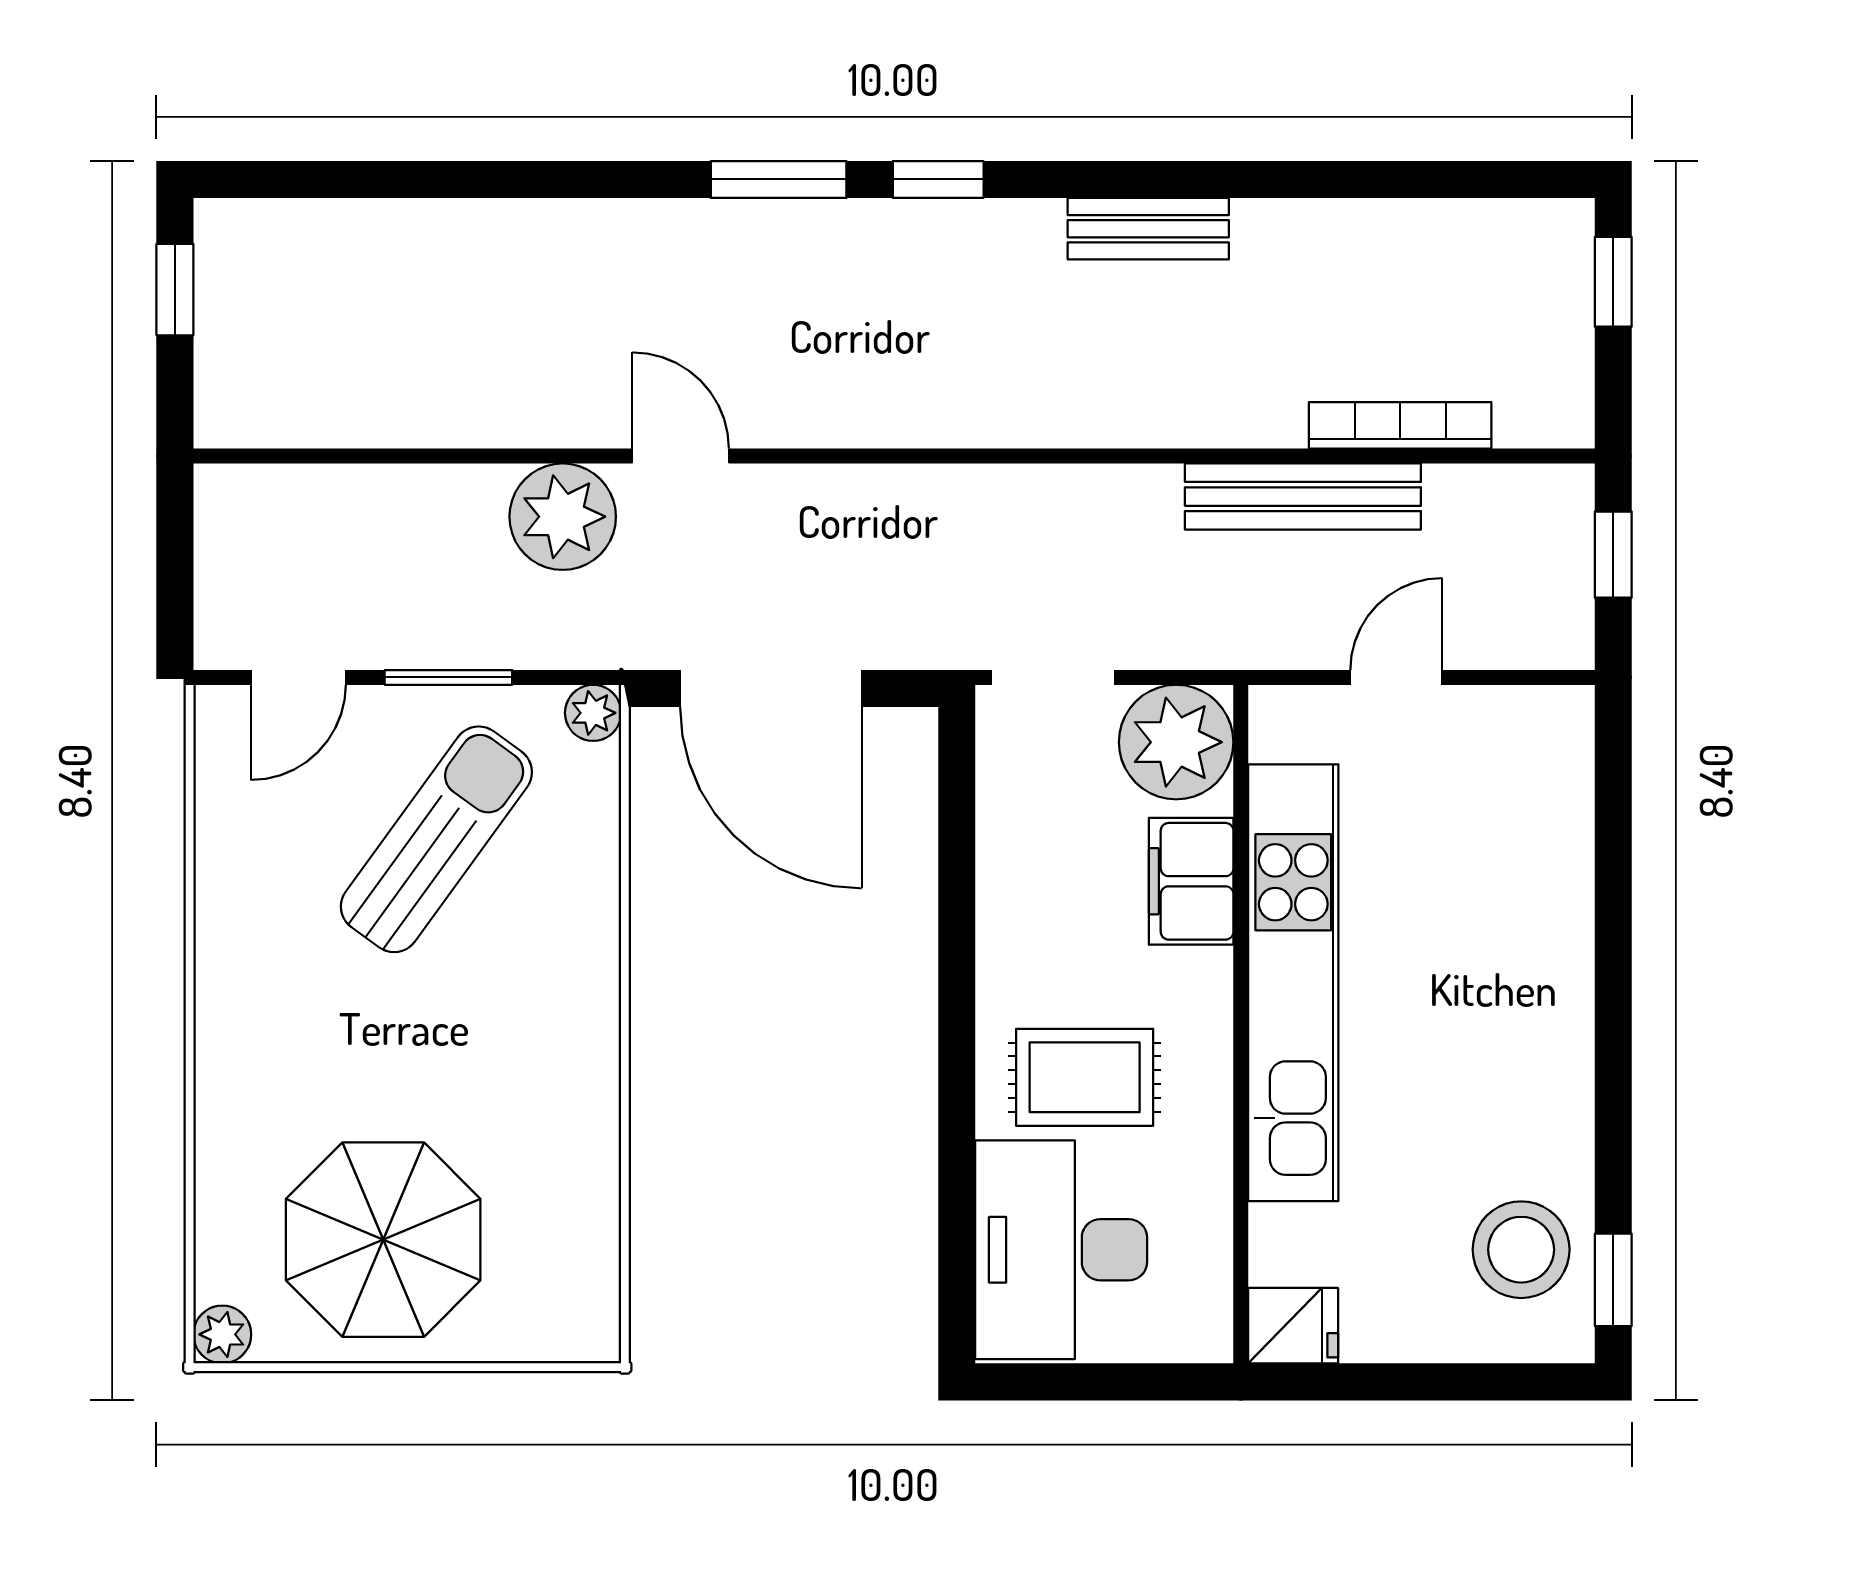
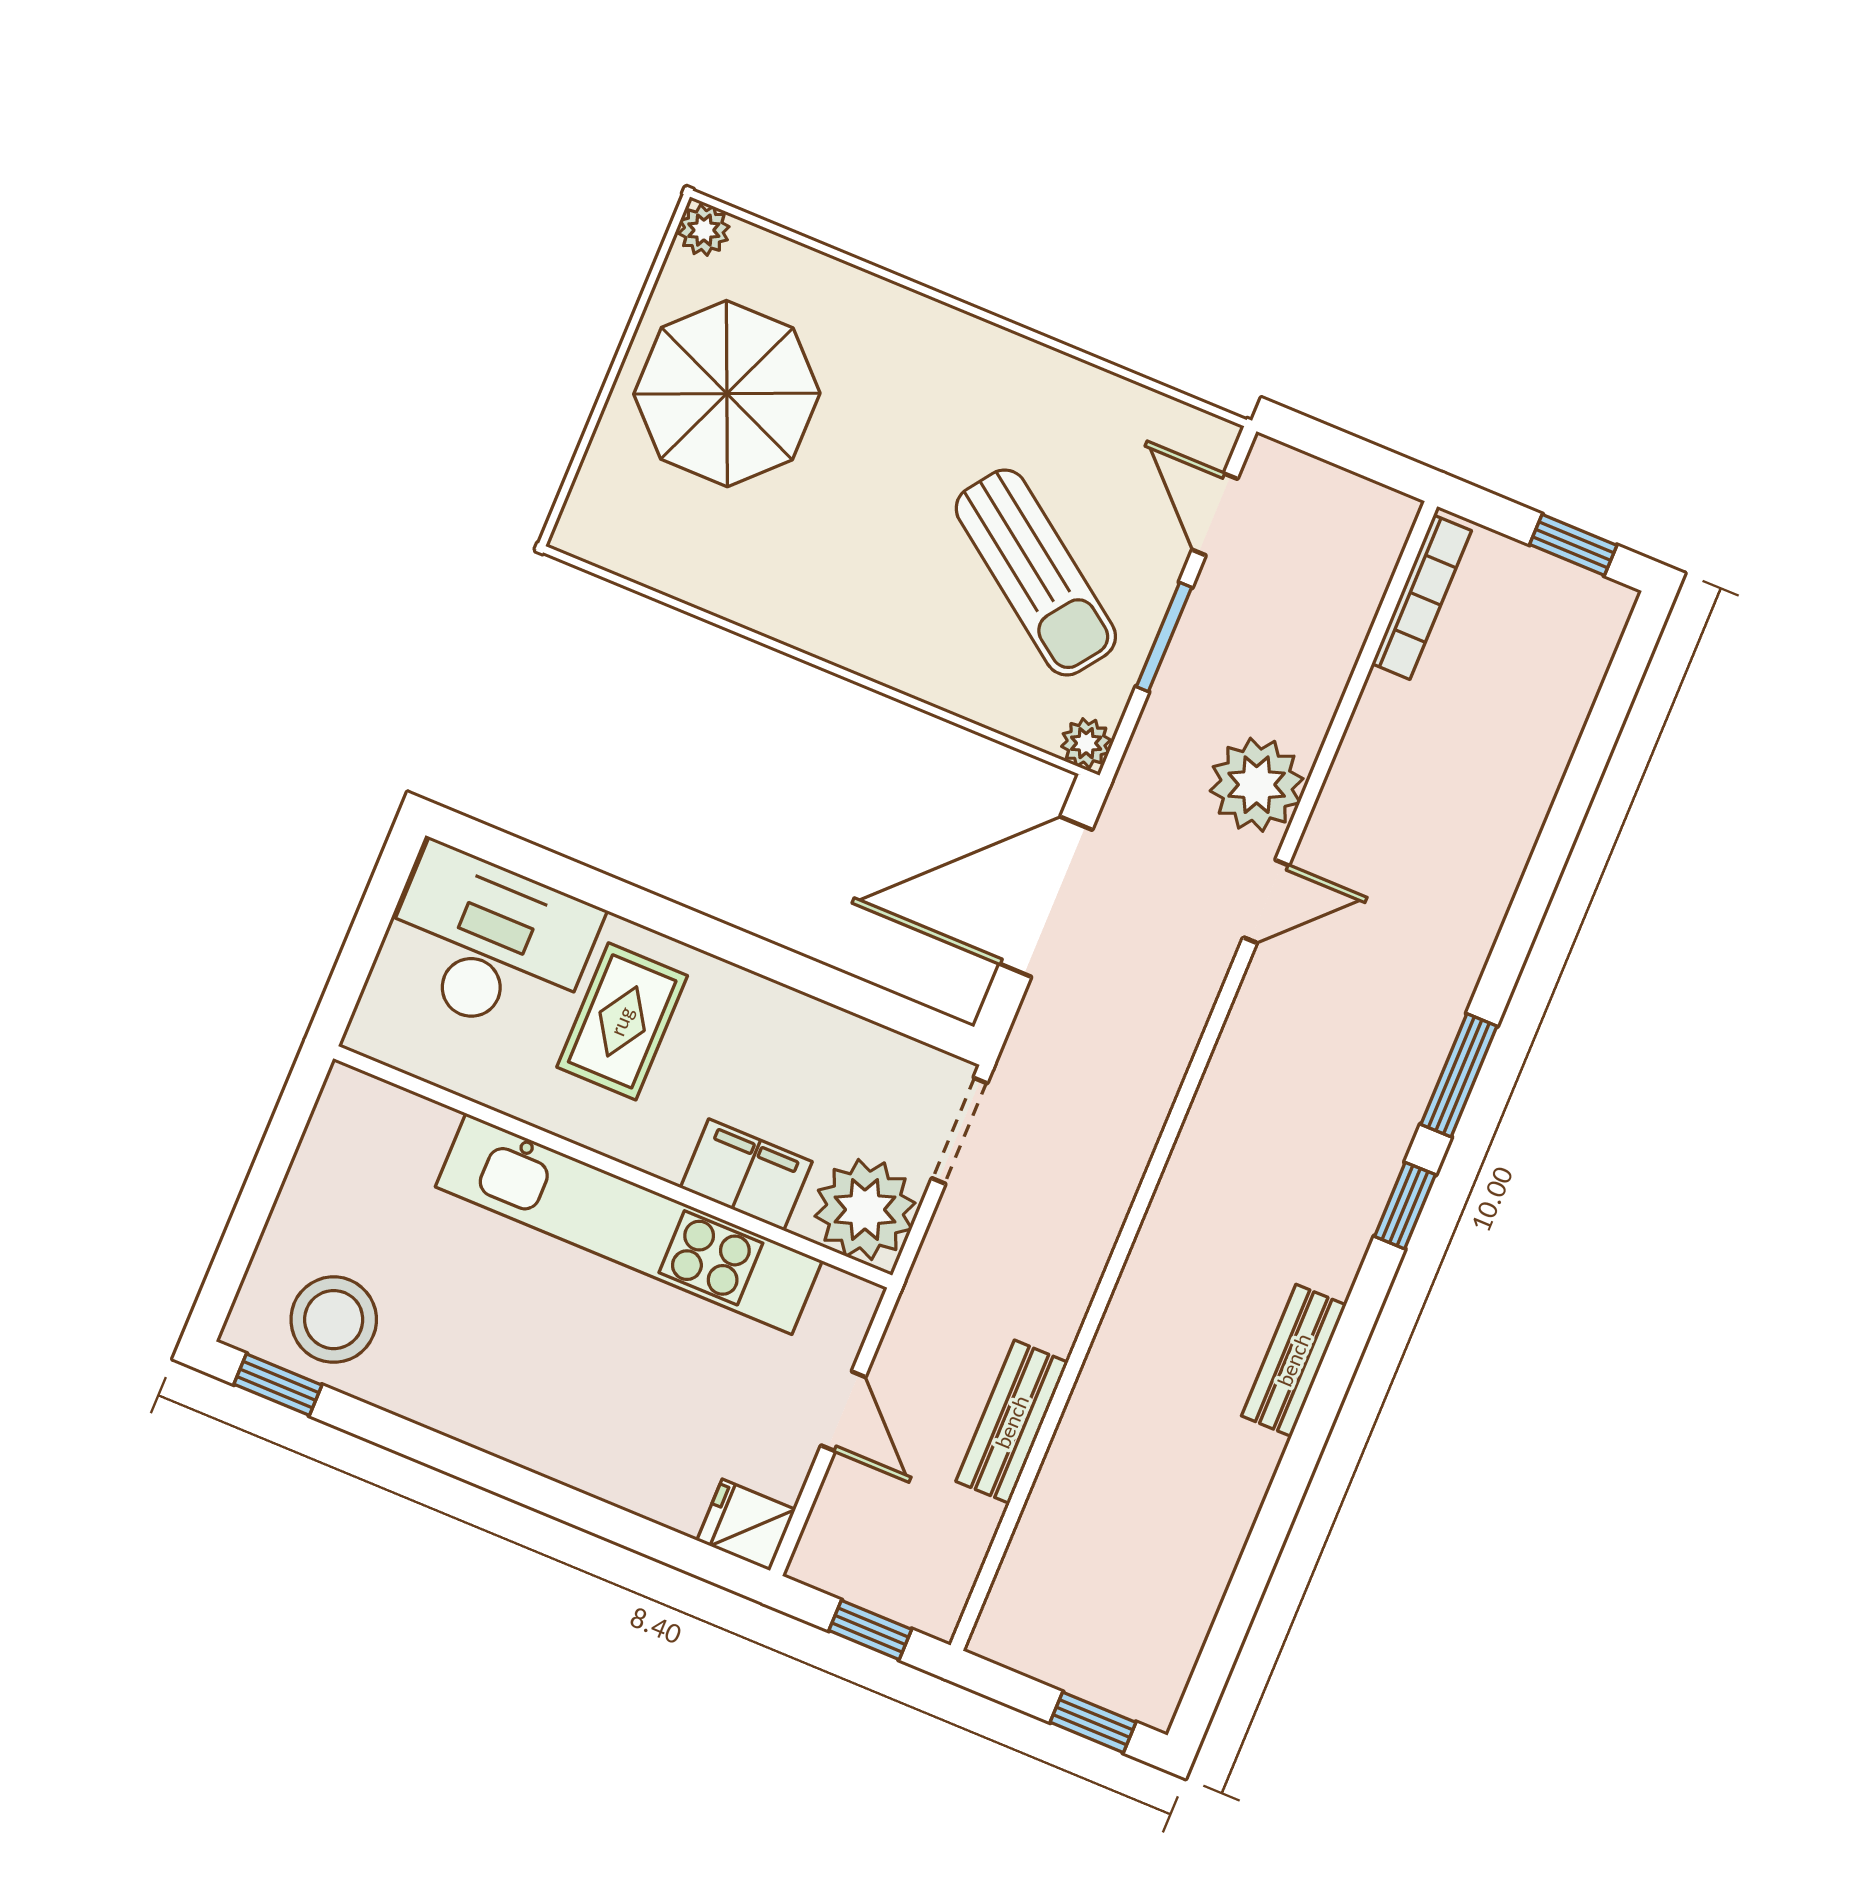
bookcase: (1400, 425) -> (1422, 597), moved
bench: (1303, 497) -> (1012, 1422), width x0.73
fridge: (1293, 1326) -> (746, 1525), moved, turned 90

